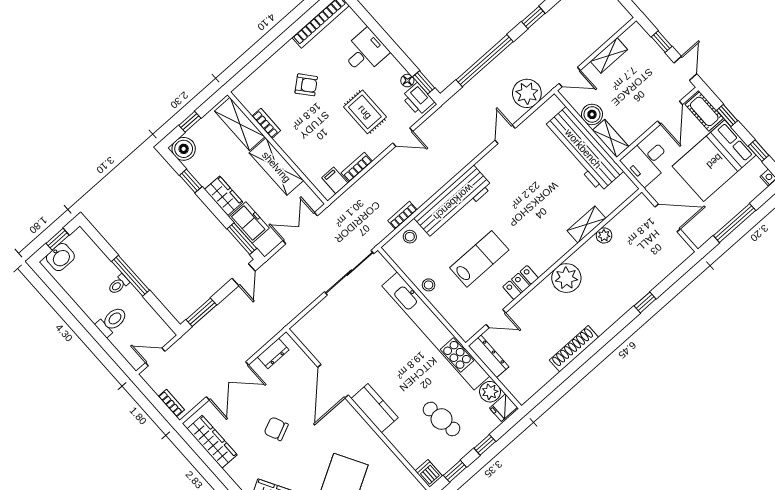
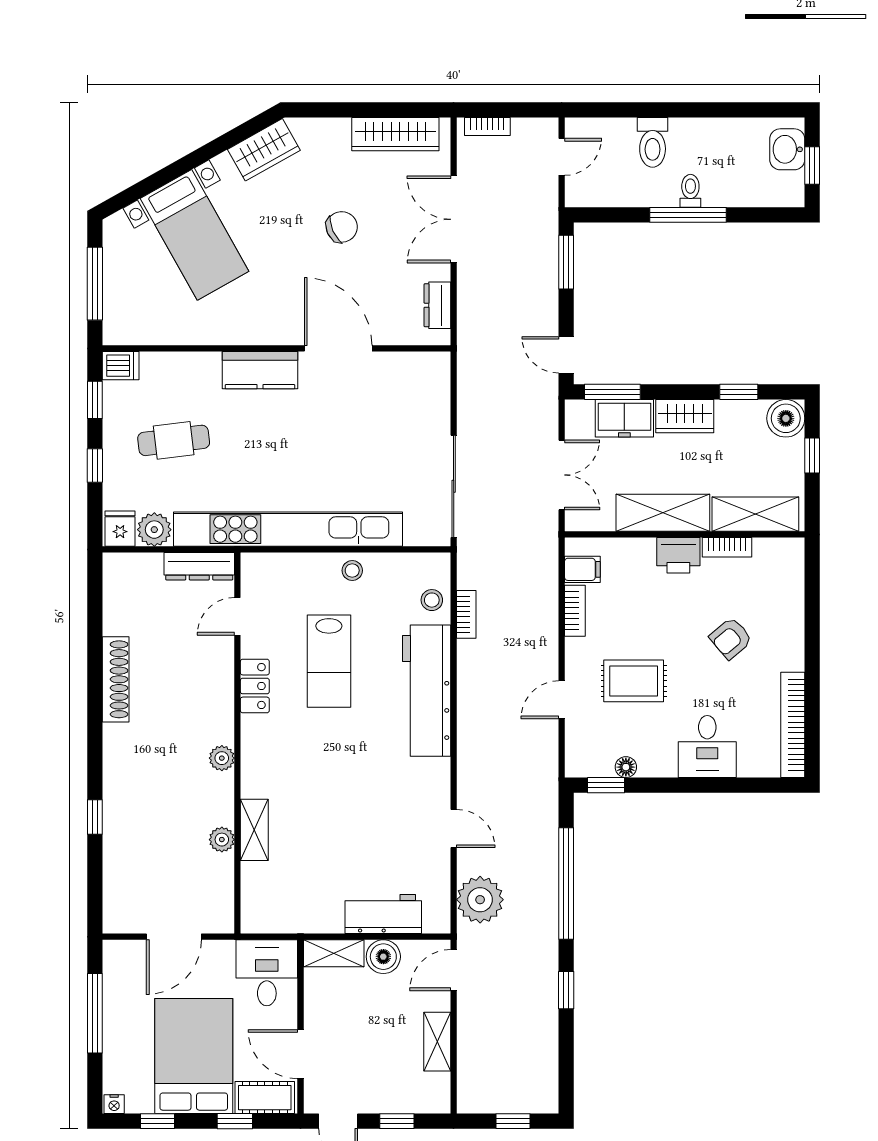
printer: (418, 99) -> (678, 555), moved, turned 180
workbench: (583, 149) -> (383, 914), width x0.53, depth x0.76
plant: (566, 278) -> (222, 758), width x0.53, depth x0.53

